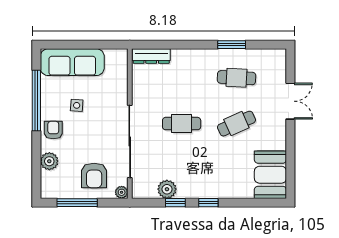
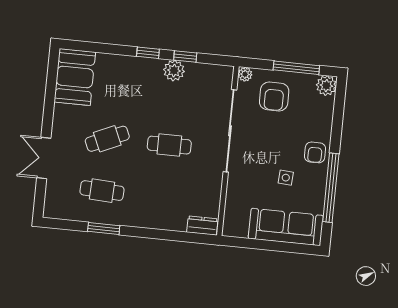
dresser: (151, 56) -> (202, 226), width x0.70
plant: (49, 161) -> (326, 86), moved
armchair: (94, 175) -> (274, 96), turned 180
plant: (167, 189) -> (174, 71), moved

